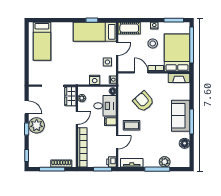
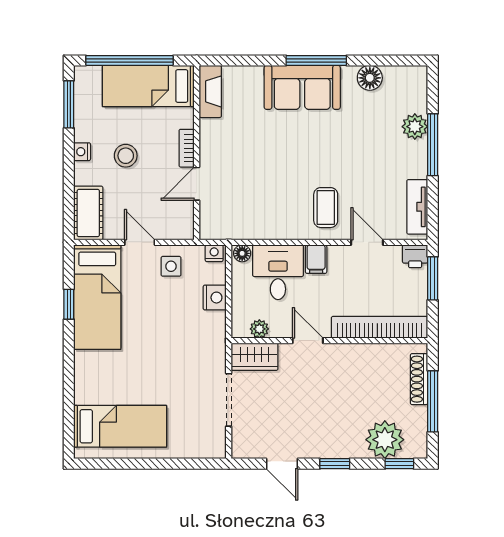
bed: (177, 53) -> (148, 86), width x0.67
armchair: (143, 101) -> (267, 178), removed
door: (27, 107) -> (282, 464), swing flipped
plant: (37, 125) -> (385, 440), moved

